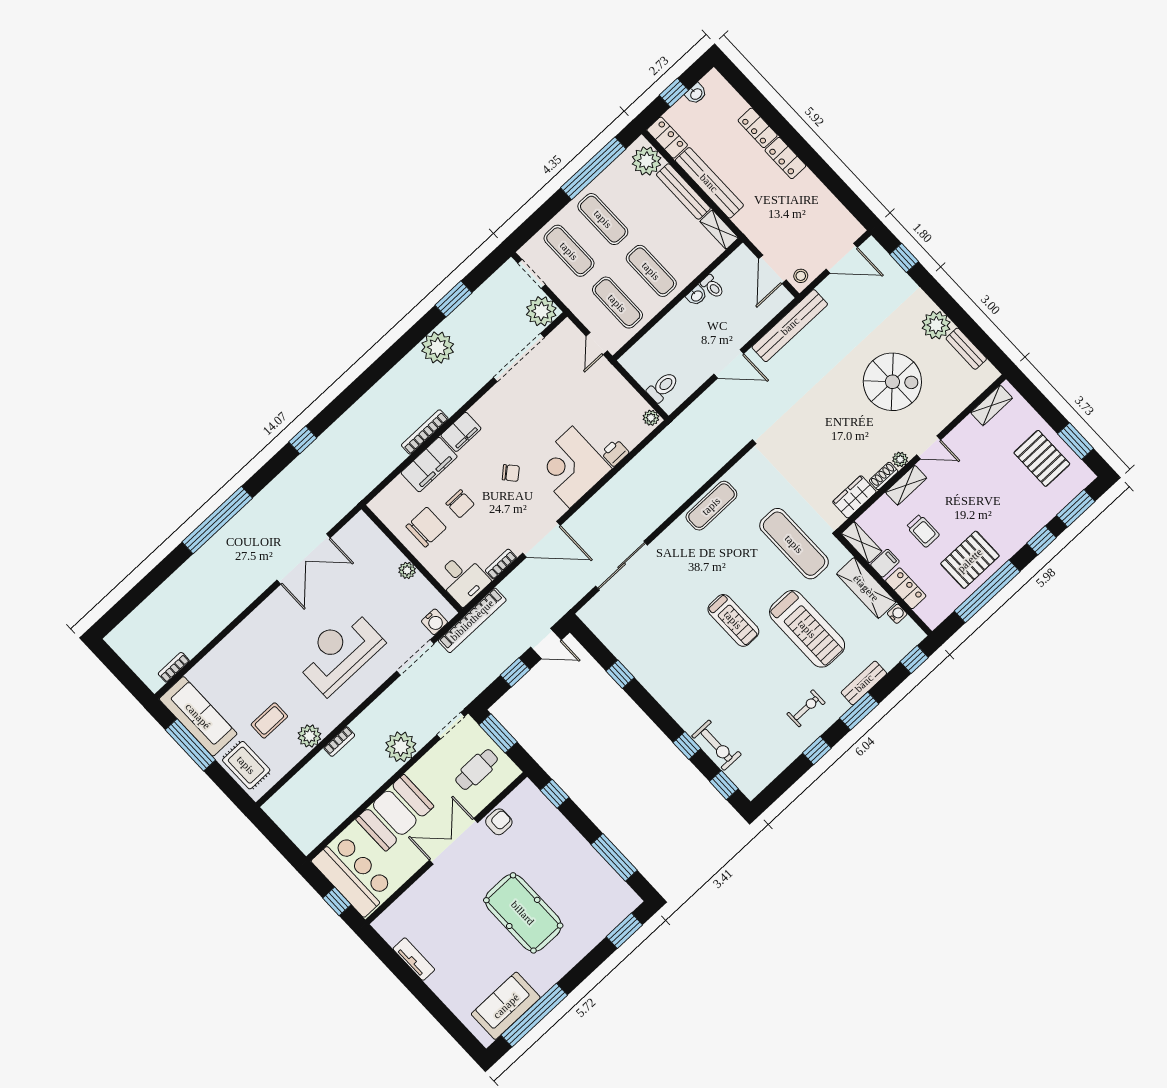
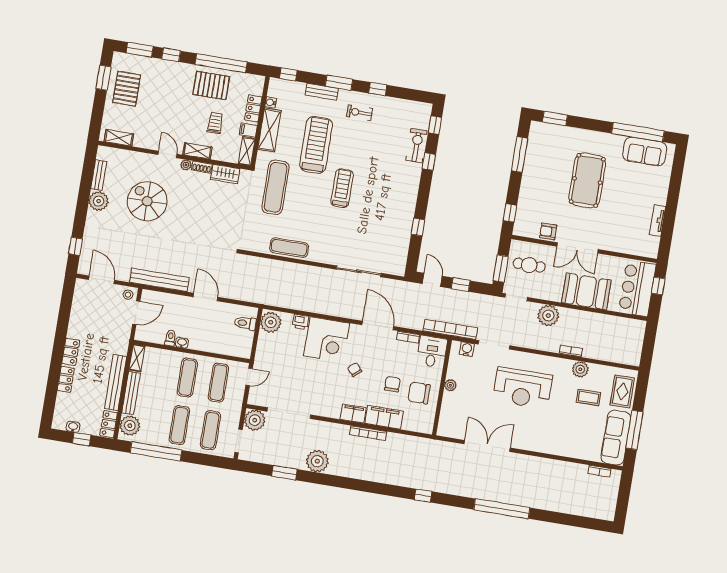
plant: (651, 418) -> (271, 322), width x1.88, depth x1.88

